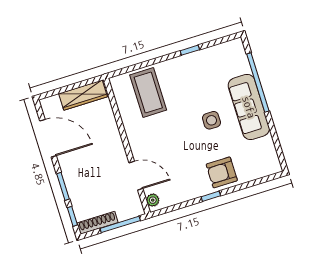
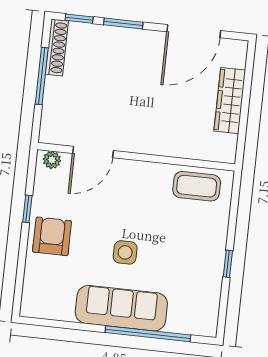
coffee table: (148, 92) -> (197, 186), width x0.73, depth x0.76
wall: (127, 146) -> (136, 157), moved
door: (136, 176) -> (93, 152), moved
plant: (153, 200) -> (52, 160), moved

